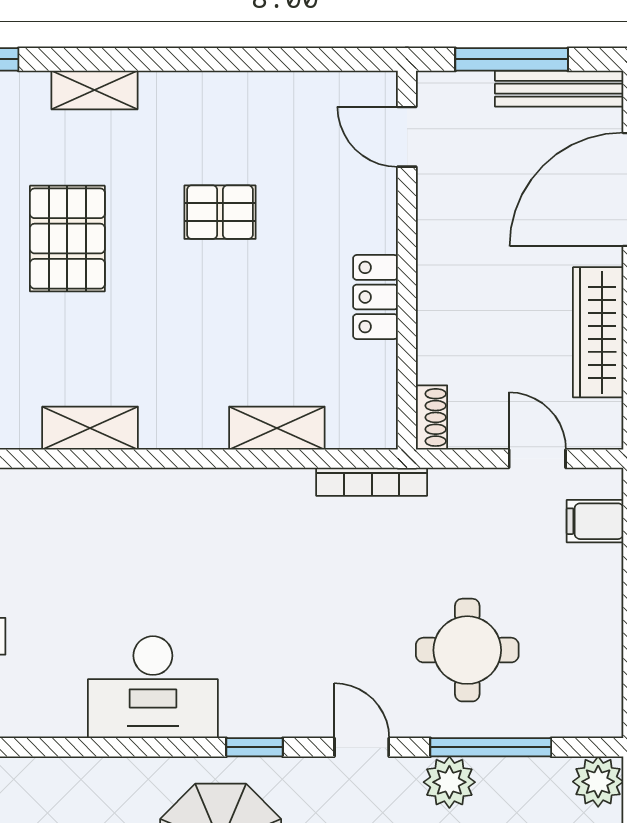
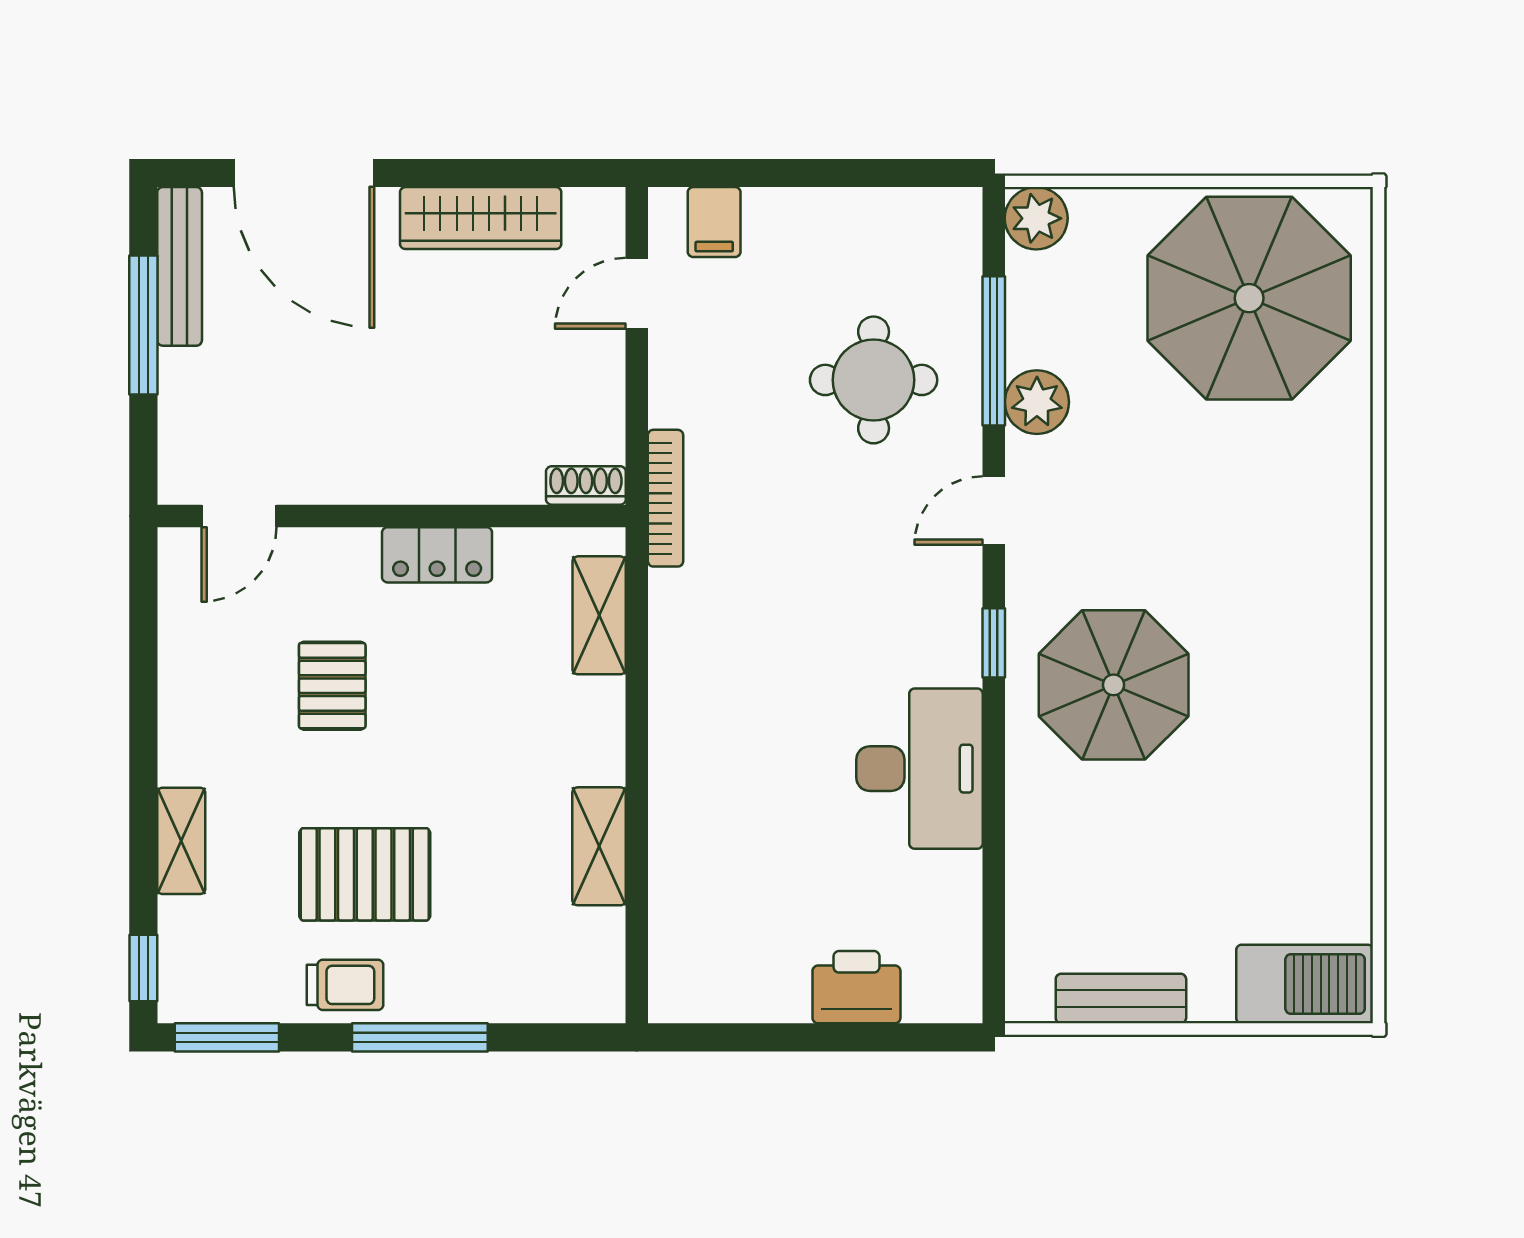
door: (407, 137) -> (239, 516), moved
wall: (407, 260) -> (391, 516), moved
locker: (375, 297) -> (437, 555), moved
shoe rack: (432, 417) -> (586, 485), moved

